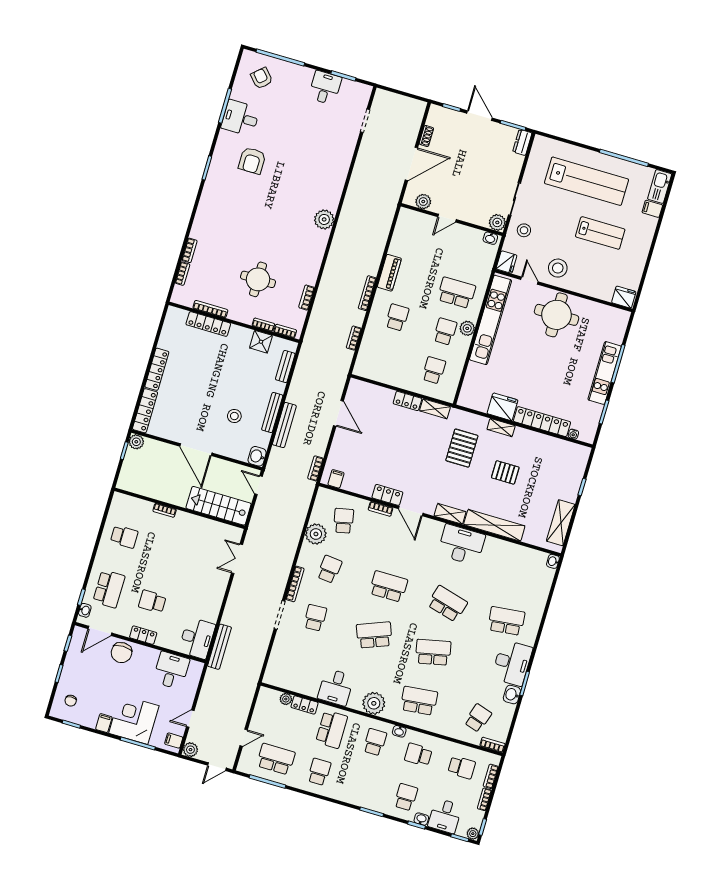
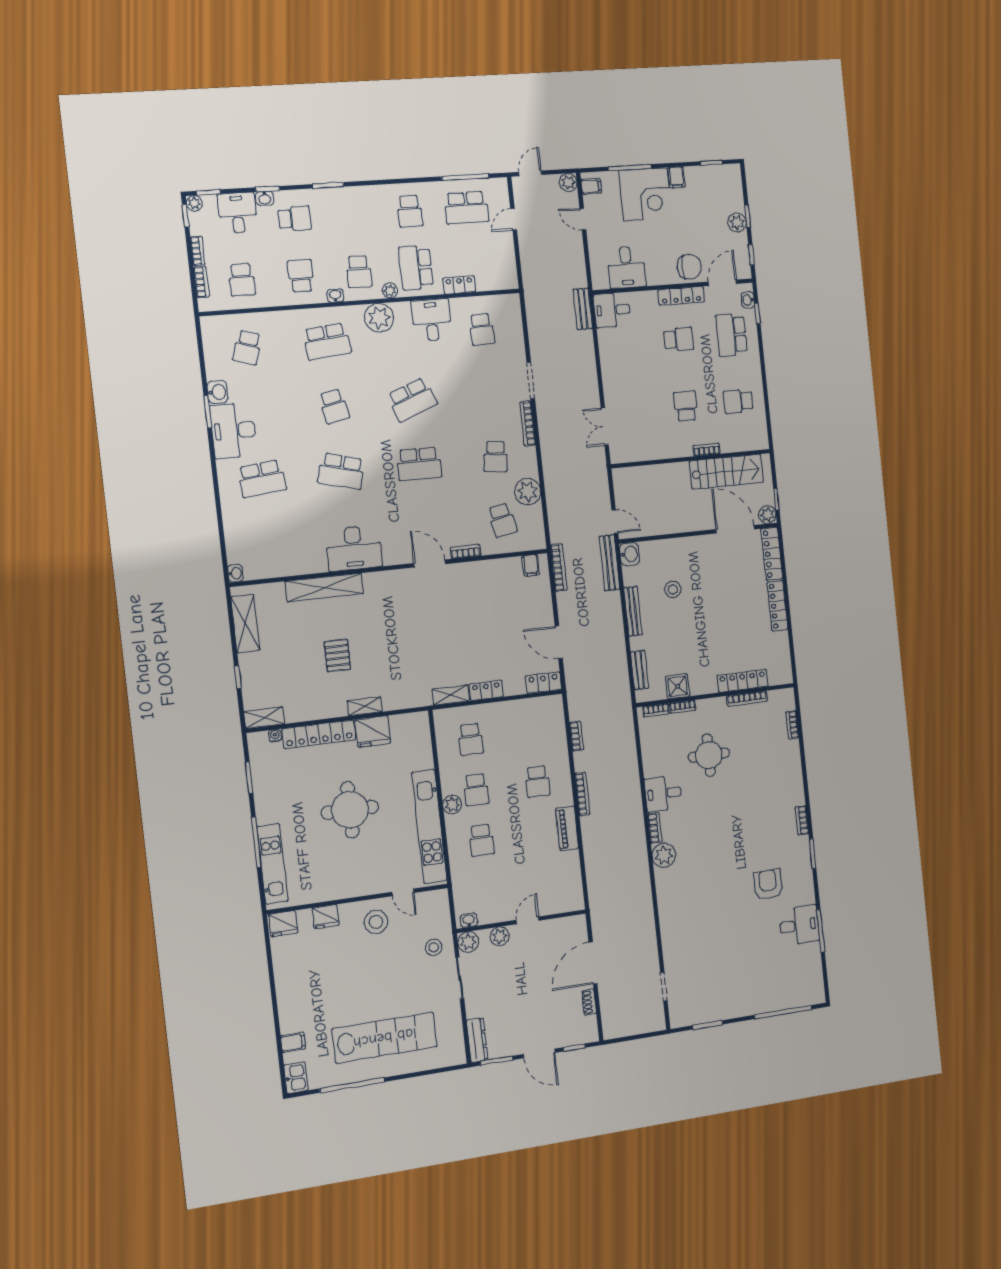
armchair: (262, 78) -> (794, 980), removed
desk: (325, 88) -> (663, 794), moved, turned 90
dresser: (522, 142) -> (477, 1040), width x1.44
lab bench: (586, 181) -> (385, 1038), turned 180
kitchen sink: (660, 186) -> (296, 1078), width x0.73
plant: (423, 202) -> (500, 936), moved
lab bench: (600, 233) -> (343, 985), removed
bookcase: (189, 250) -> (802, 820), moved
fridge: (507, 262) -> (326, 917), moved, turned -90
school desk: (456, 293) -> (482, 840), width x0.54
bookcase: (307, 298) -> (655, 828), moved
round table: (557, 315) -> (350, 810), moved
kitchen unit: (605, 373) -> (272, 864), moved
bench: (284, 425) -> (610, 563), moved
pallet: (462, 448) -> (401, 663), removed
door: (196, 450) -> (735, 529), moved
bookcase: (316, 468) -> (559, 568), width x1.56
pallet: (505, 472) -> (337, 656), turned 90
locker: (387, 495) -> (543, 683), moved, turned 180
stairs: (219, 506) -> (726, 472), moved
shelving: (450, 514) -> (264, 718), moved
school desk: (168, 549) -> (686, 406), added
double door: (237, 559) -> (605, 427), swing flipped
school desk: (315, 618) -> (482, 329), moved
locker: (143, 635) -> (681, 296), width x1.53
desk: (197, 638) -> (612, 310), width x0.73
bench: (219, 647) -> (583, 309), width x0.73
school desk: (433, 652) -> (334, 406), width x0.54
chair: (121, 653) -> (689, 267), turned 90
plant: (69, 672) -> (737, 222), added
plant: (286, 699) -> (390, 290), moved
chair: (71, 701) -> (723, 190), removed
door: (190, 719) -> (583, 219), swing flipped
bookcase: (492, 745) -> (216, 322), removed
school desk: (418, 755) -> (301, 276), turned -90
school desk: (462, 767) -> (242, 280), turned -90
school desk: (406, 797) -> (294, 218), turned -90

